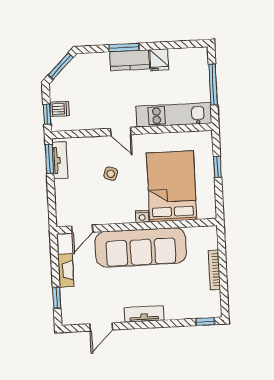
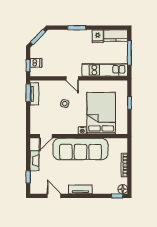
kitchen counter: (129, 60) -> (116, 36), moved
floor lamp: (214, 310) -> (123, 189), added
door: (101, 327) -> (54, 196), swing flipped

